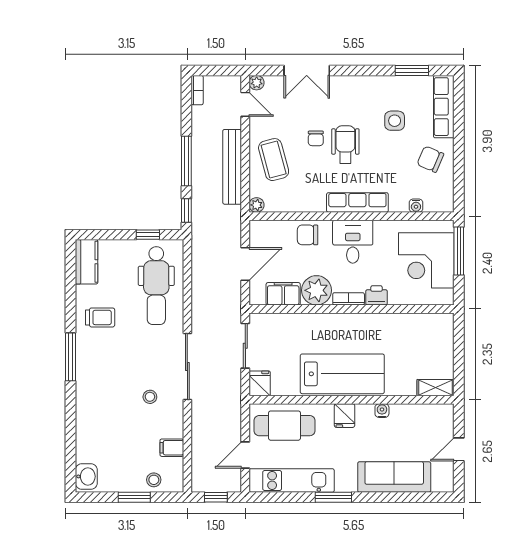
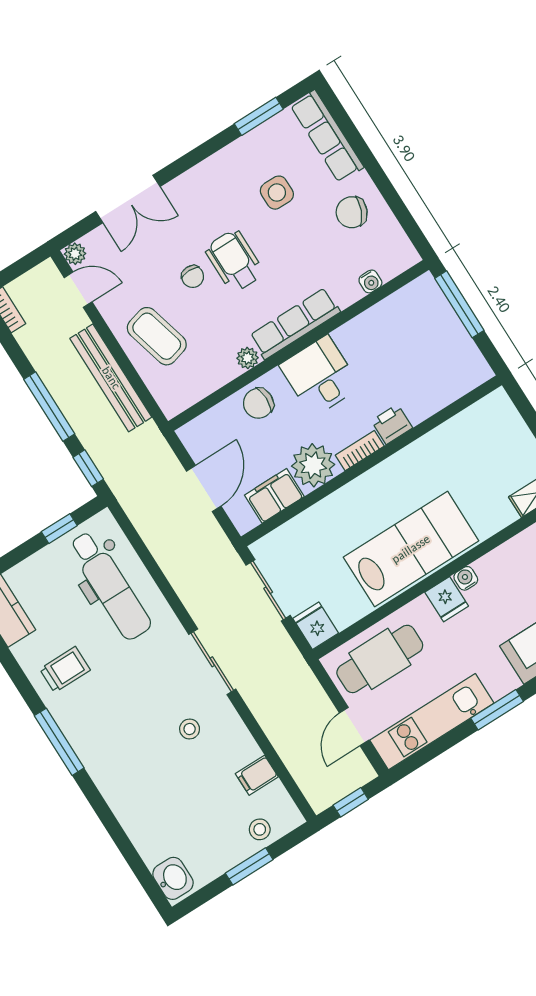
plant: (257, 205) -> (248, 358), moved
corner desk: (426, 260) -> (426, 342), removed
sliding door: (187, 366) -> (212, 662), width x0.73
water cooler: (382, 411) -> (466, 578), moved

